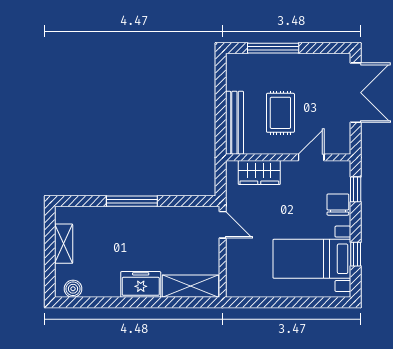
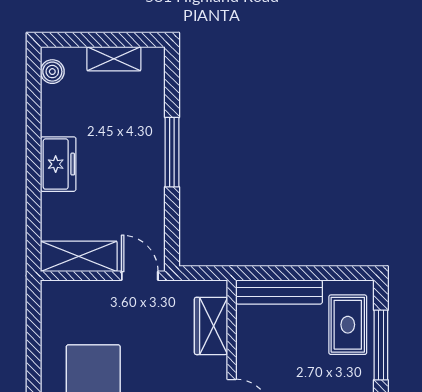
rug: (280, 113) -> (348, 325), moved, turned 90
door: (223, 225) -> (140, 276), swing flipped
shelving: (190, 286) -> (79, 256), moved, turned 90

